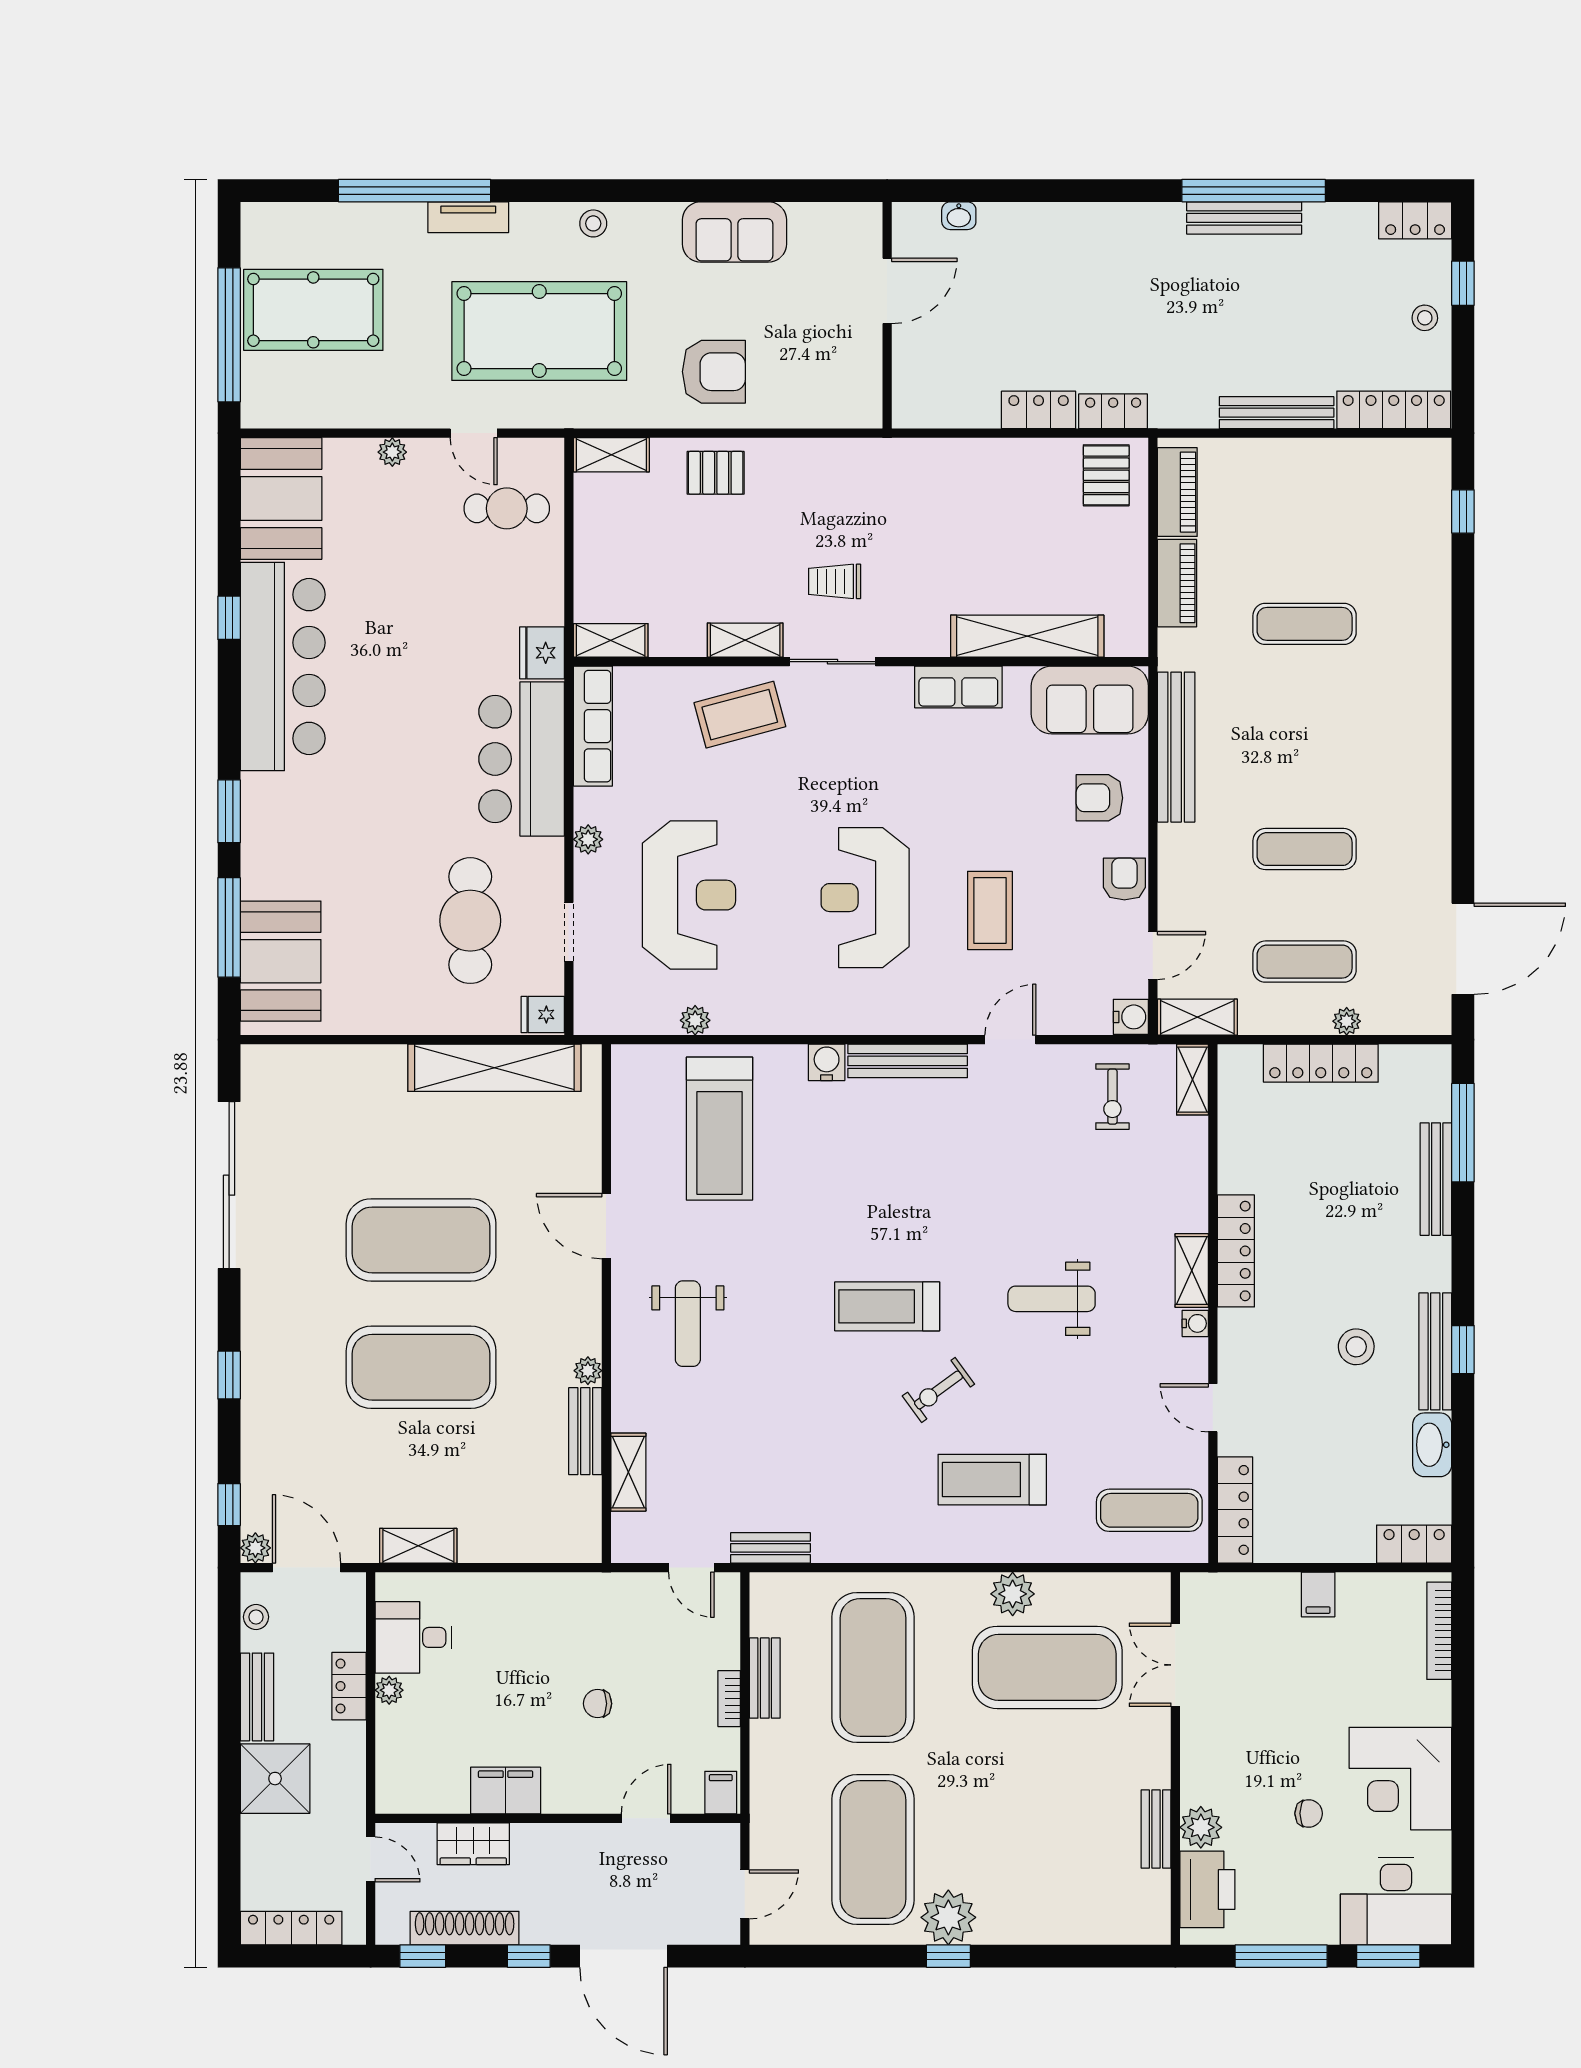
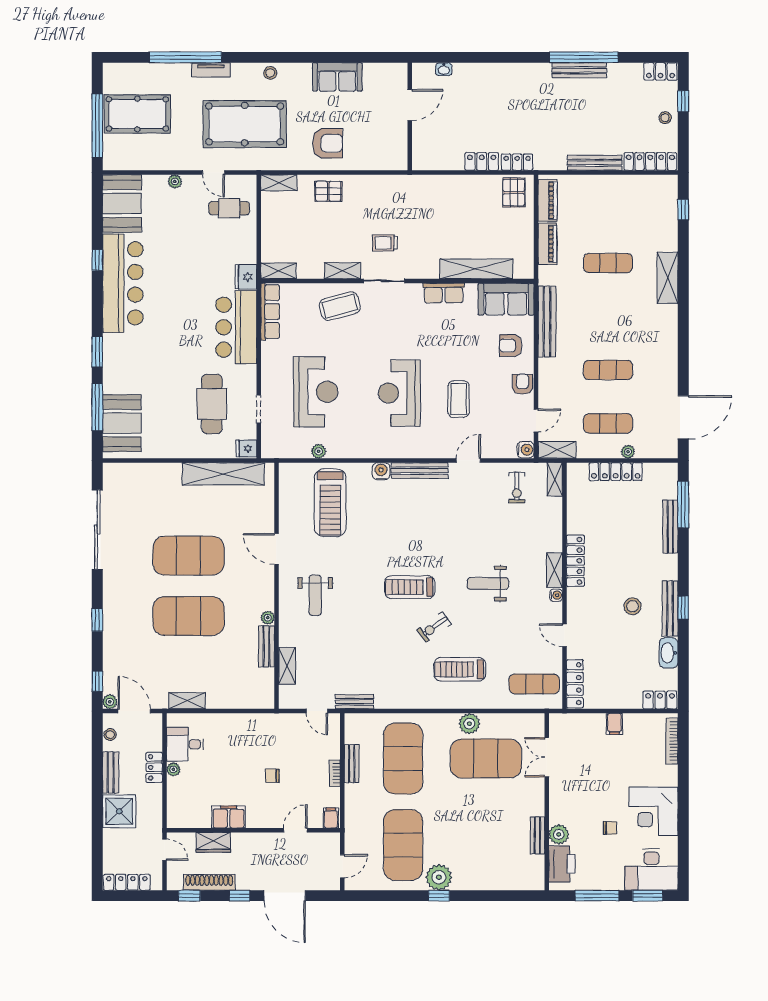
shelving: (1430, 655) -> (668, 278), added
plant: (588, 839) -> (268, 365), removed

